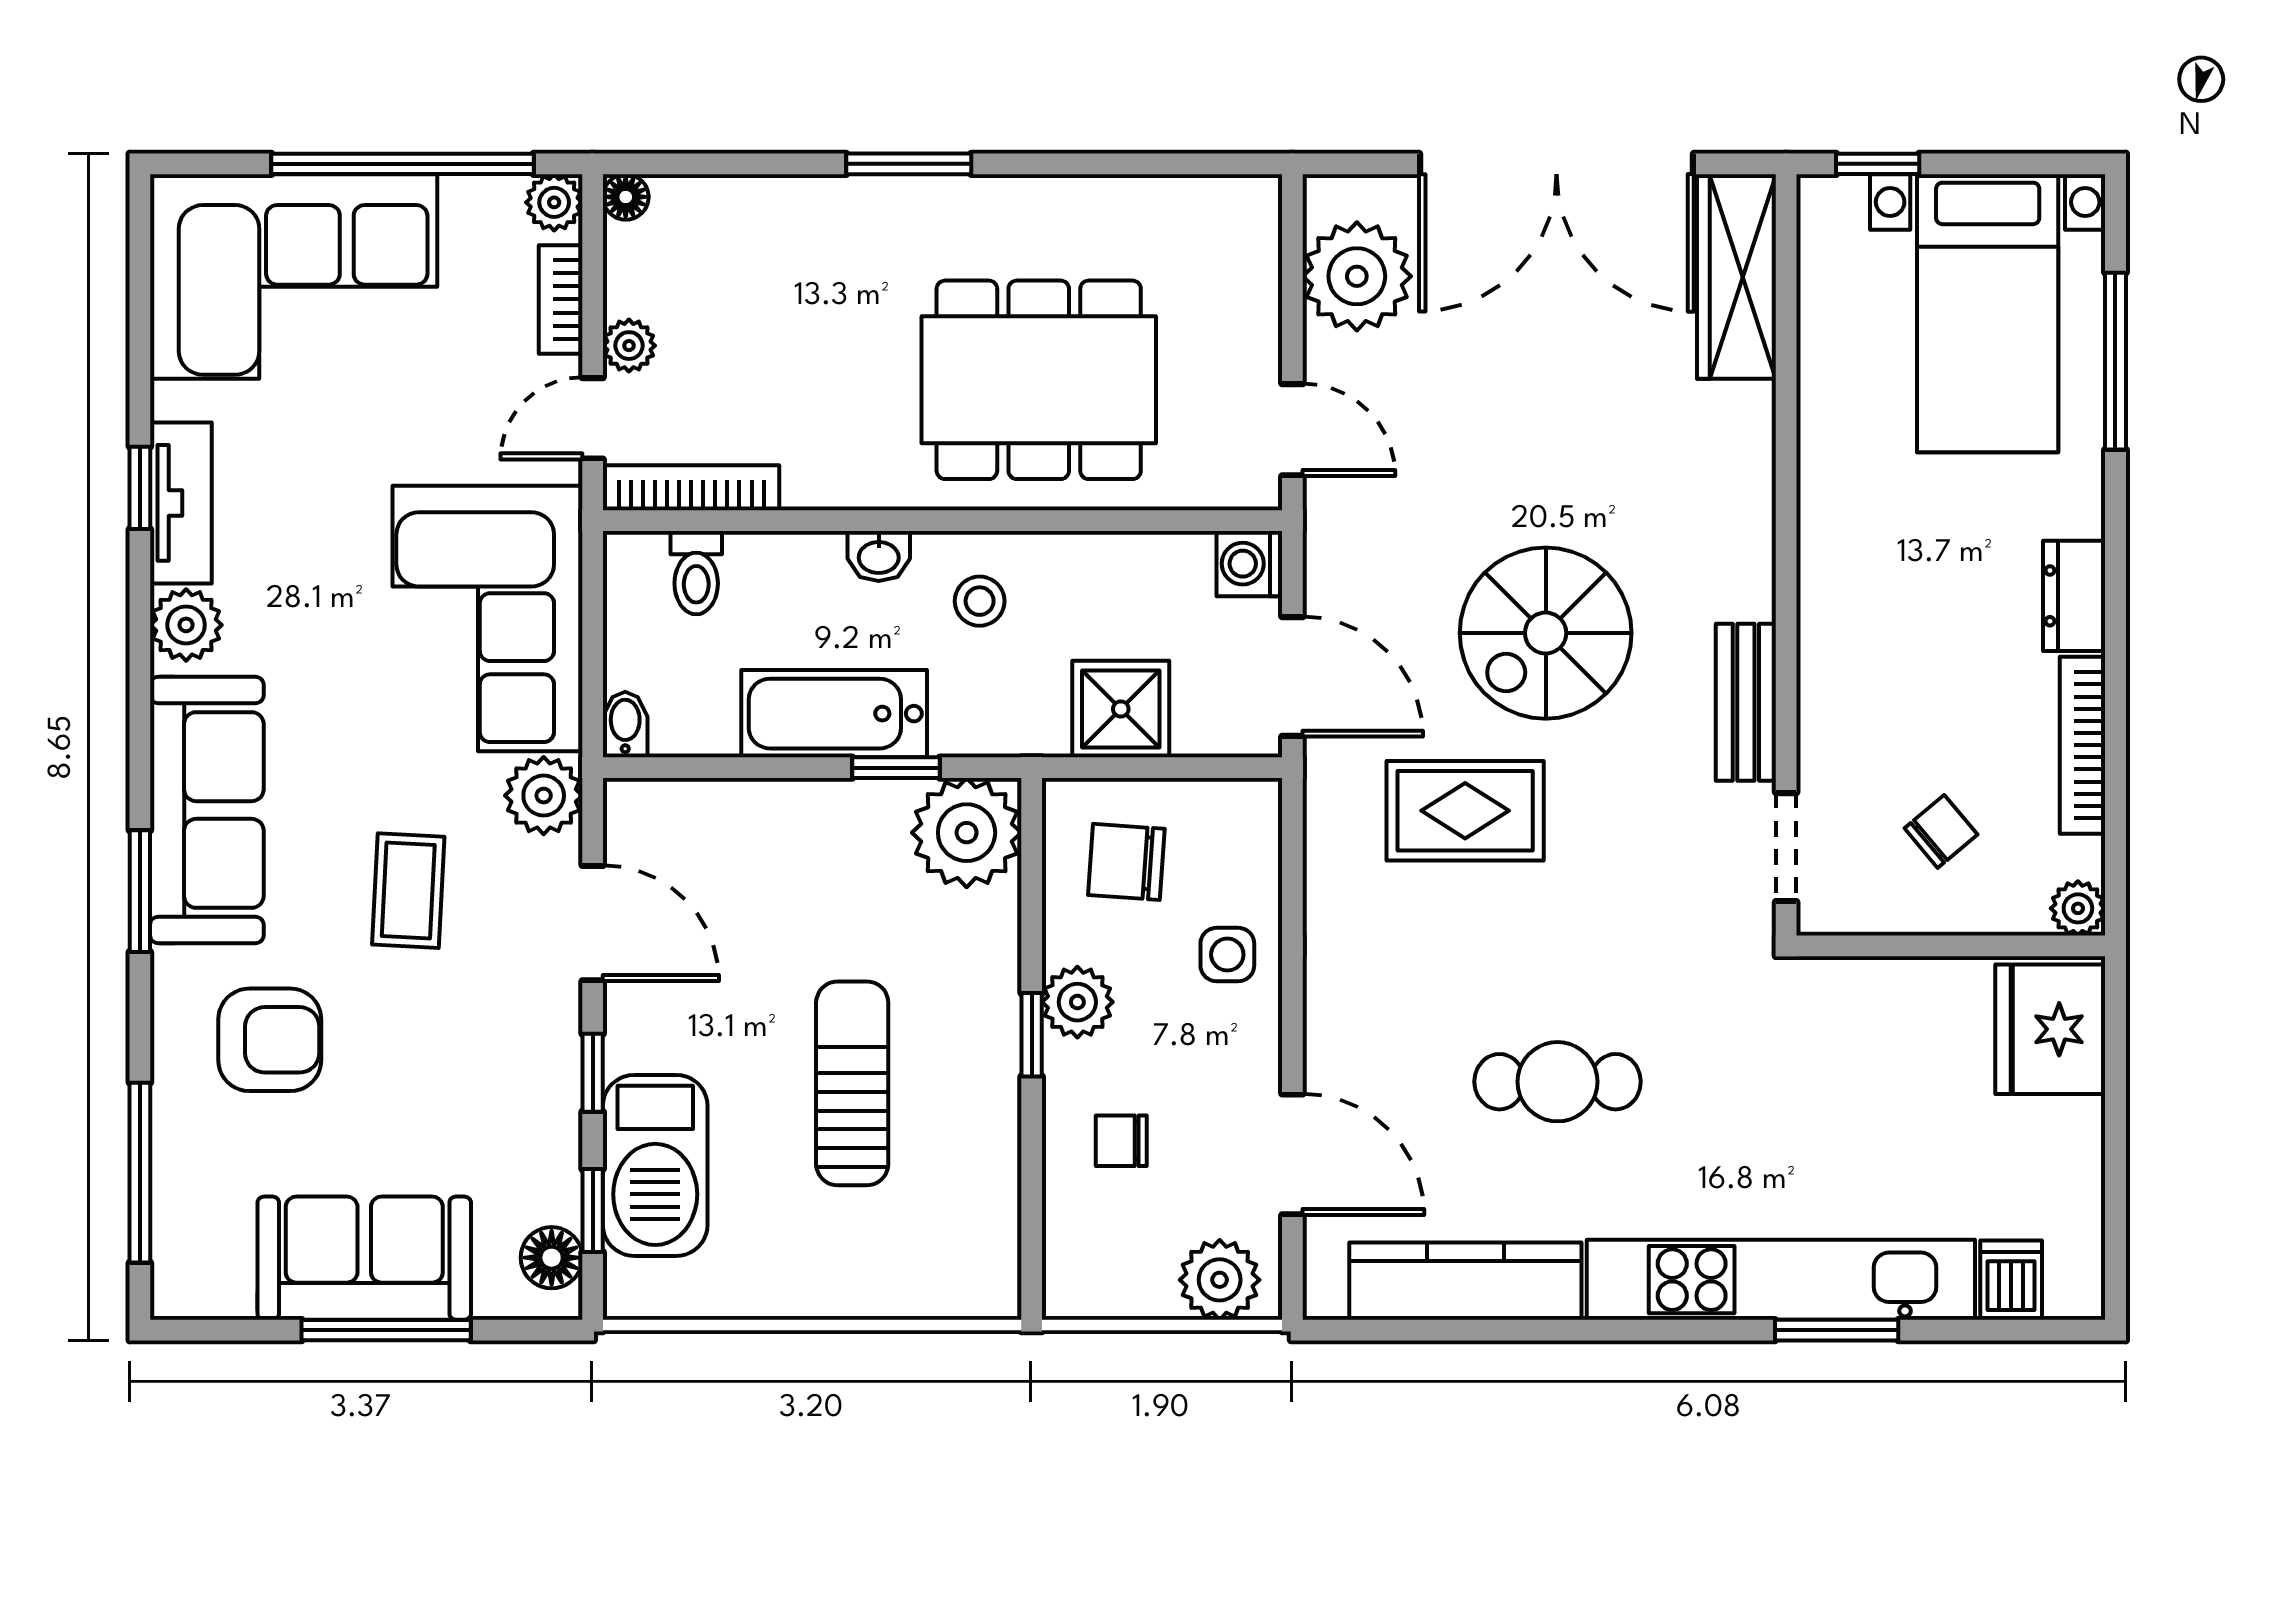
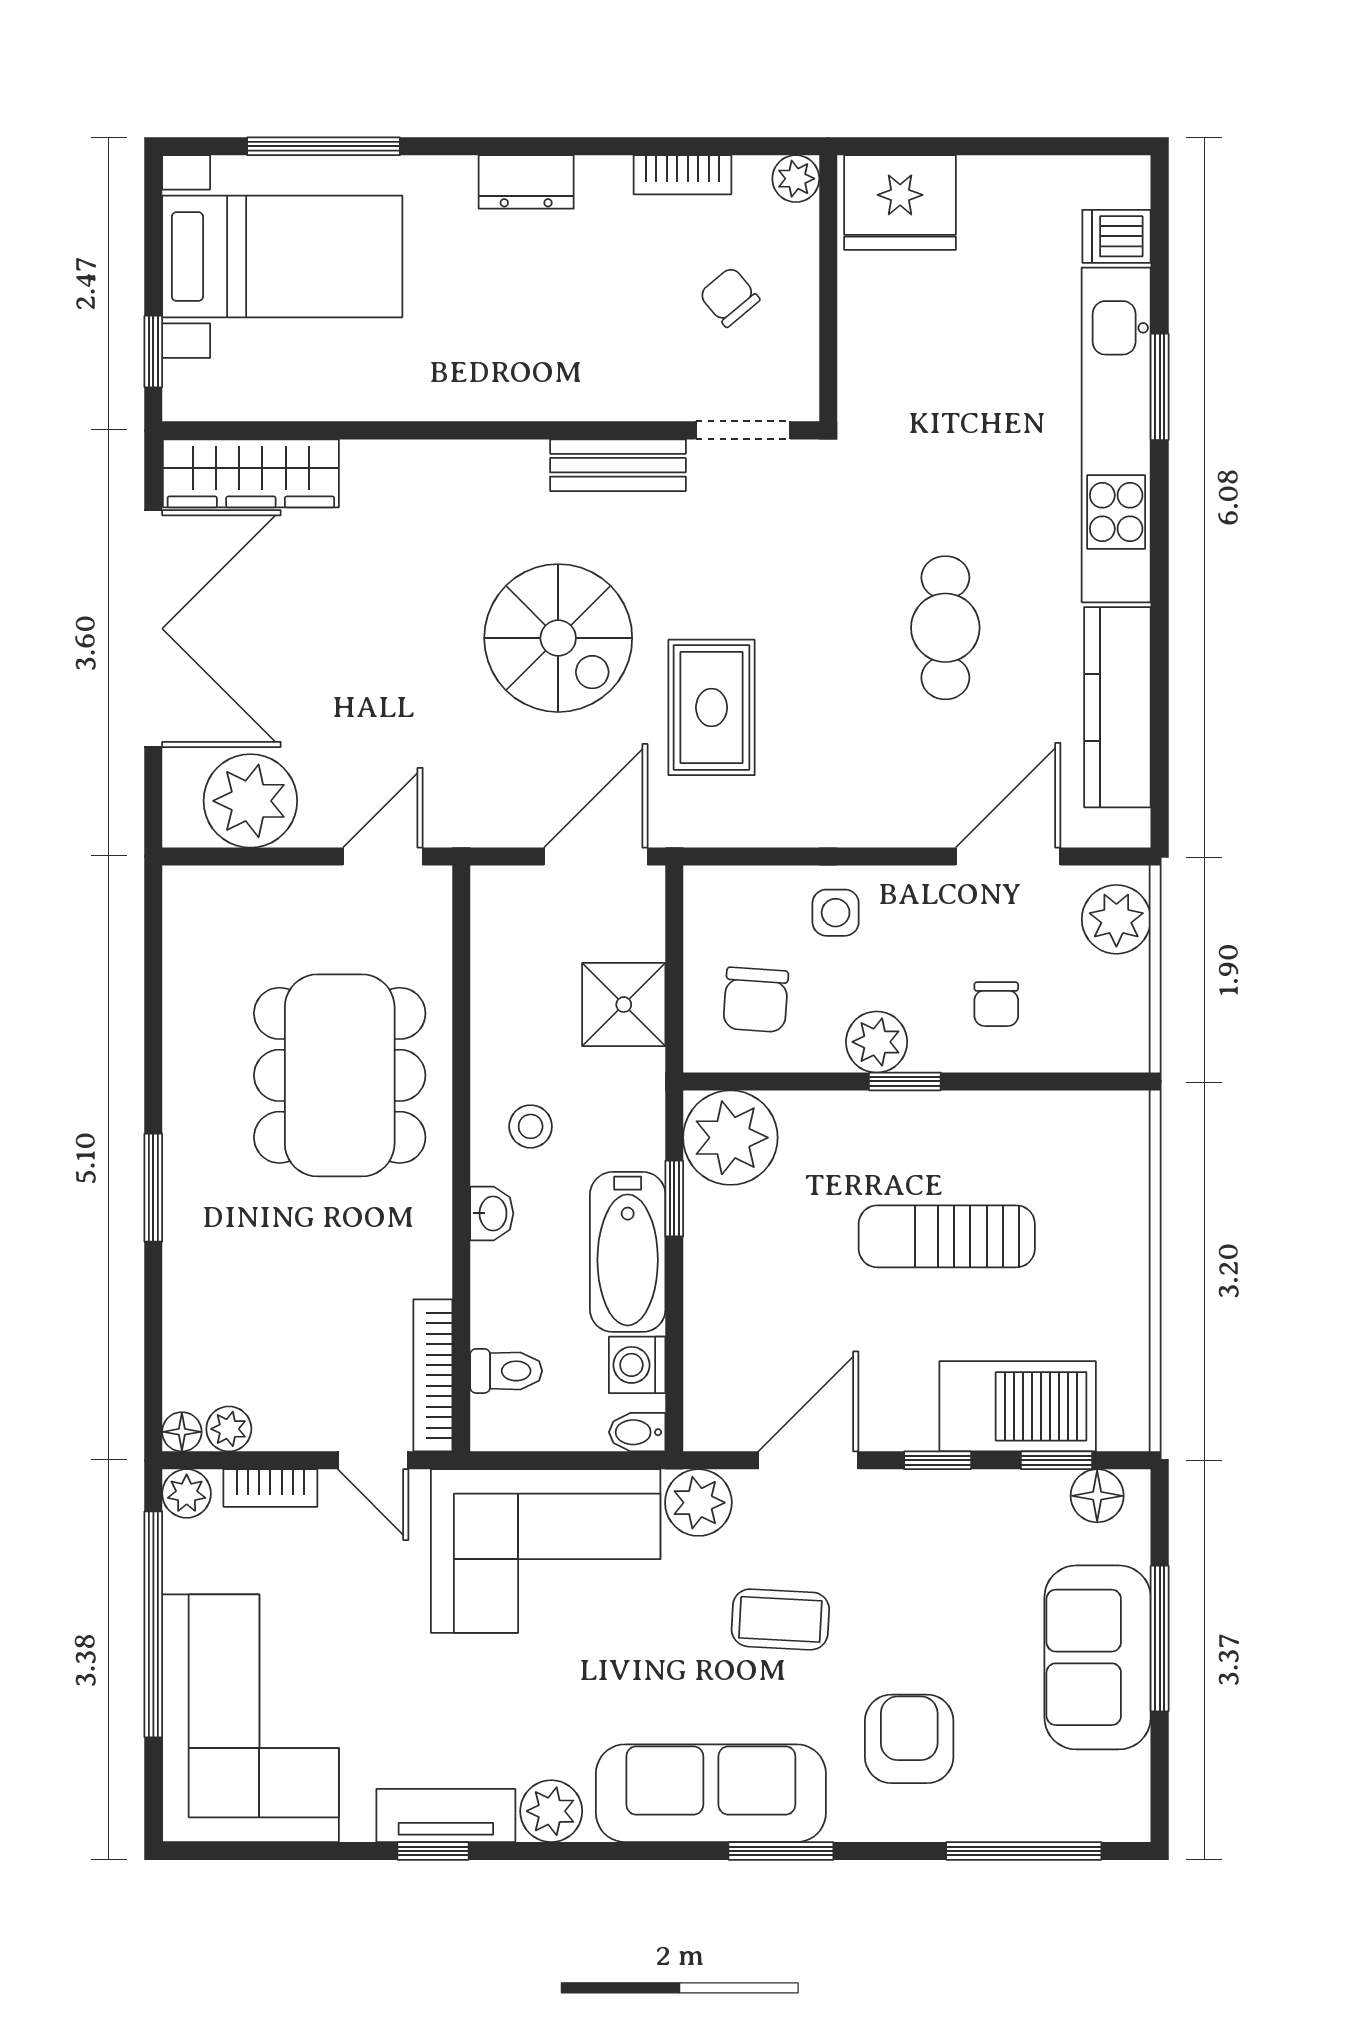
plant: (629, 346) -> (229, 1429), moved
washing machine: (1249, 564) -> (637, 1365), moved, turned 90
bookcase: (2082, 745) -> (682, 175), width x0.64

